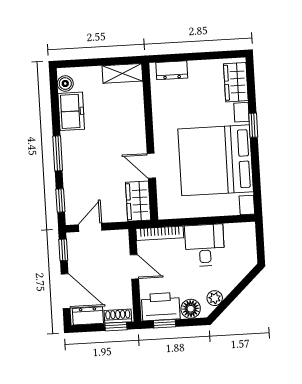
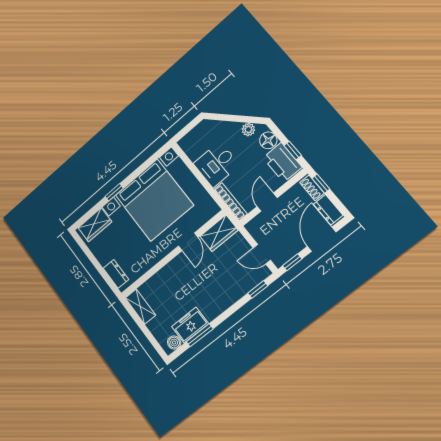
window: (58, 153) -> (200, 335), moved

